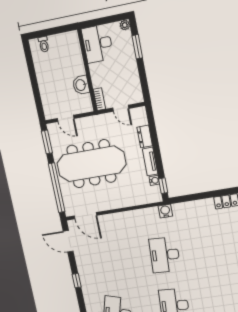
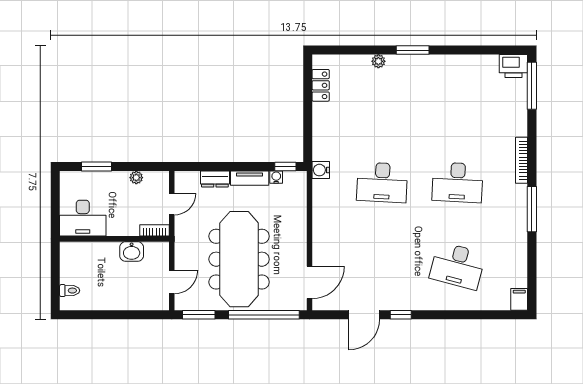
plant: (125, 25) -> (136, 178), moved
door: (68, 241) -> (364, 315), moved

